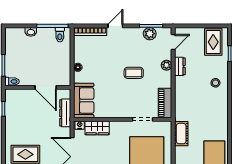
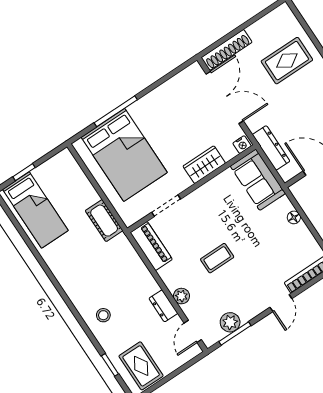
wardrobe: (97, 128) -> (204, 165), moved

